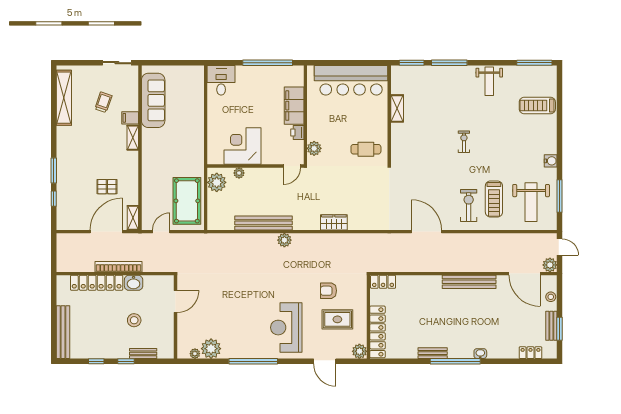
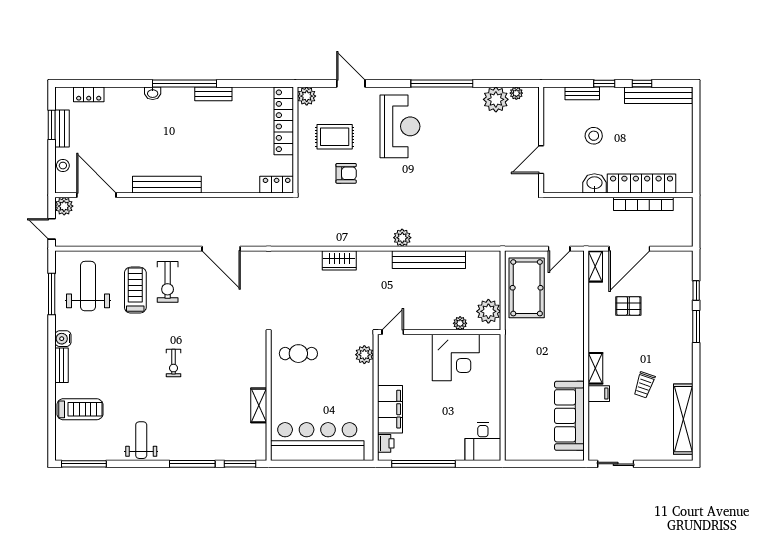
trolley: (103, 102) -> (644, 385), moved
printer: (297, 132) -> (386, 443), moved
bench: (552, 140) -> (62, 365), added
bookcase: (119, 267) -> (643, 204), moved
bench: (63, 332) -> (658, 95), moved, turned 90

